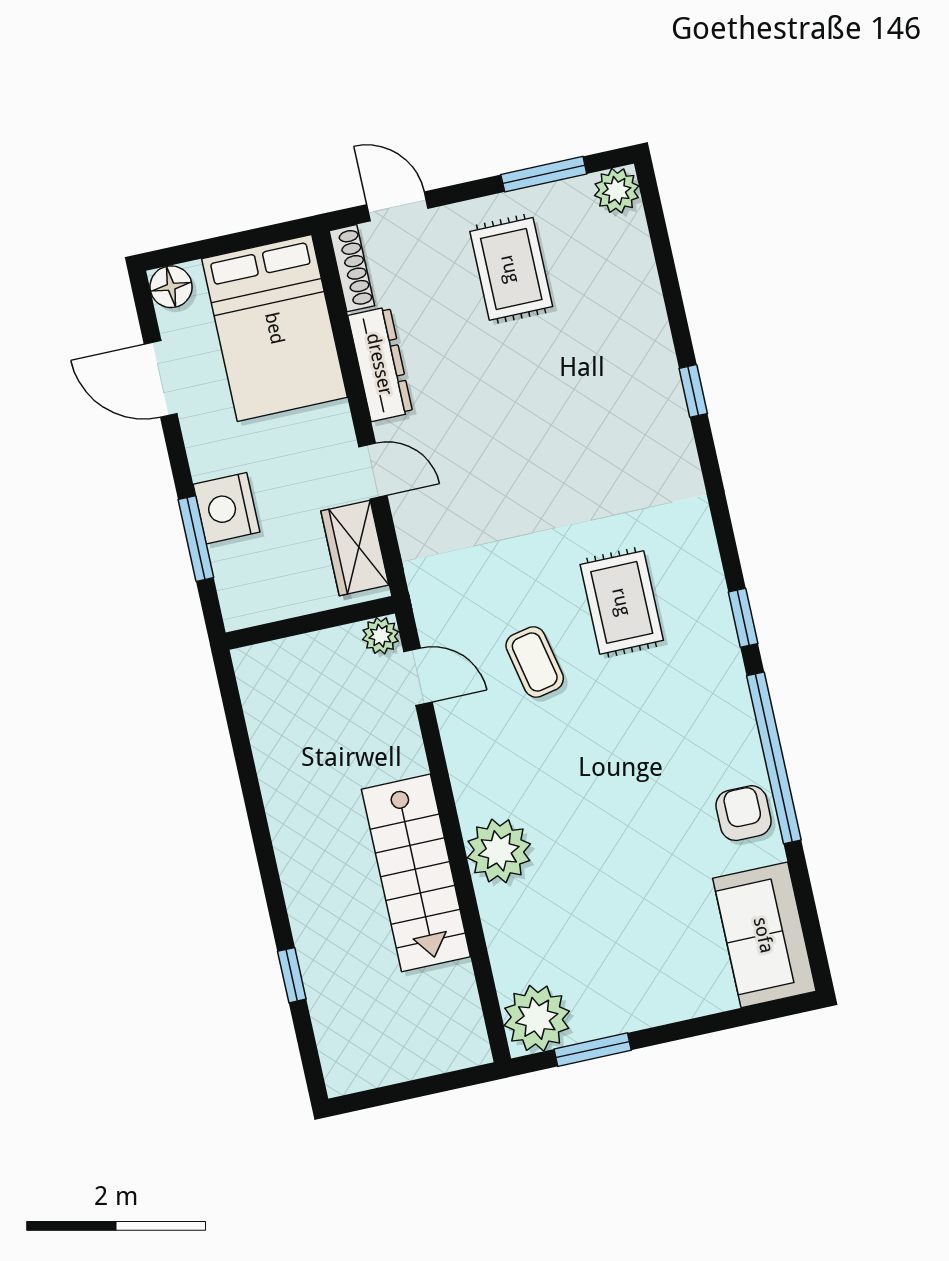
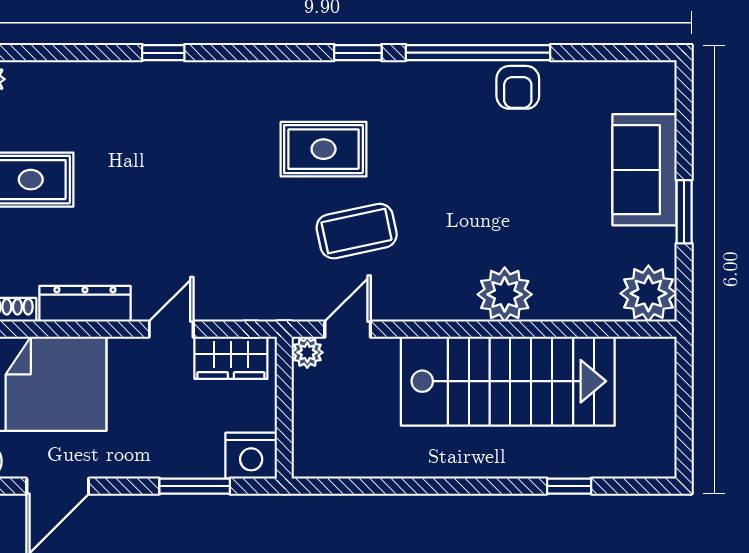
nightstand: (226, 508) -> (251, 456), moved
coffee table: (535, 662) -> (357, 231), width x1.36, depth x1.30
armchair: (744, 813) -> (518, 87), turned -90
stairs: (416, 873) -> (508, 381), width x1.36, depth x1.51
sofa: (764, 935) -> (645, 170), moved, turned 90
window: (593, 1050) -> (684, 212), moved

